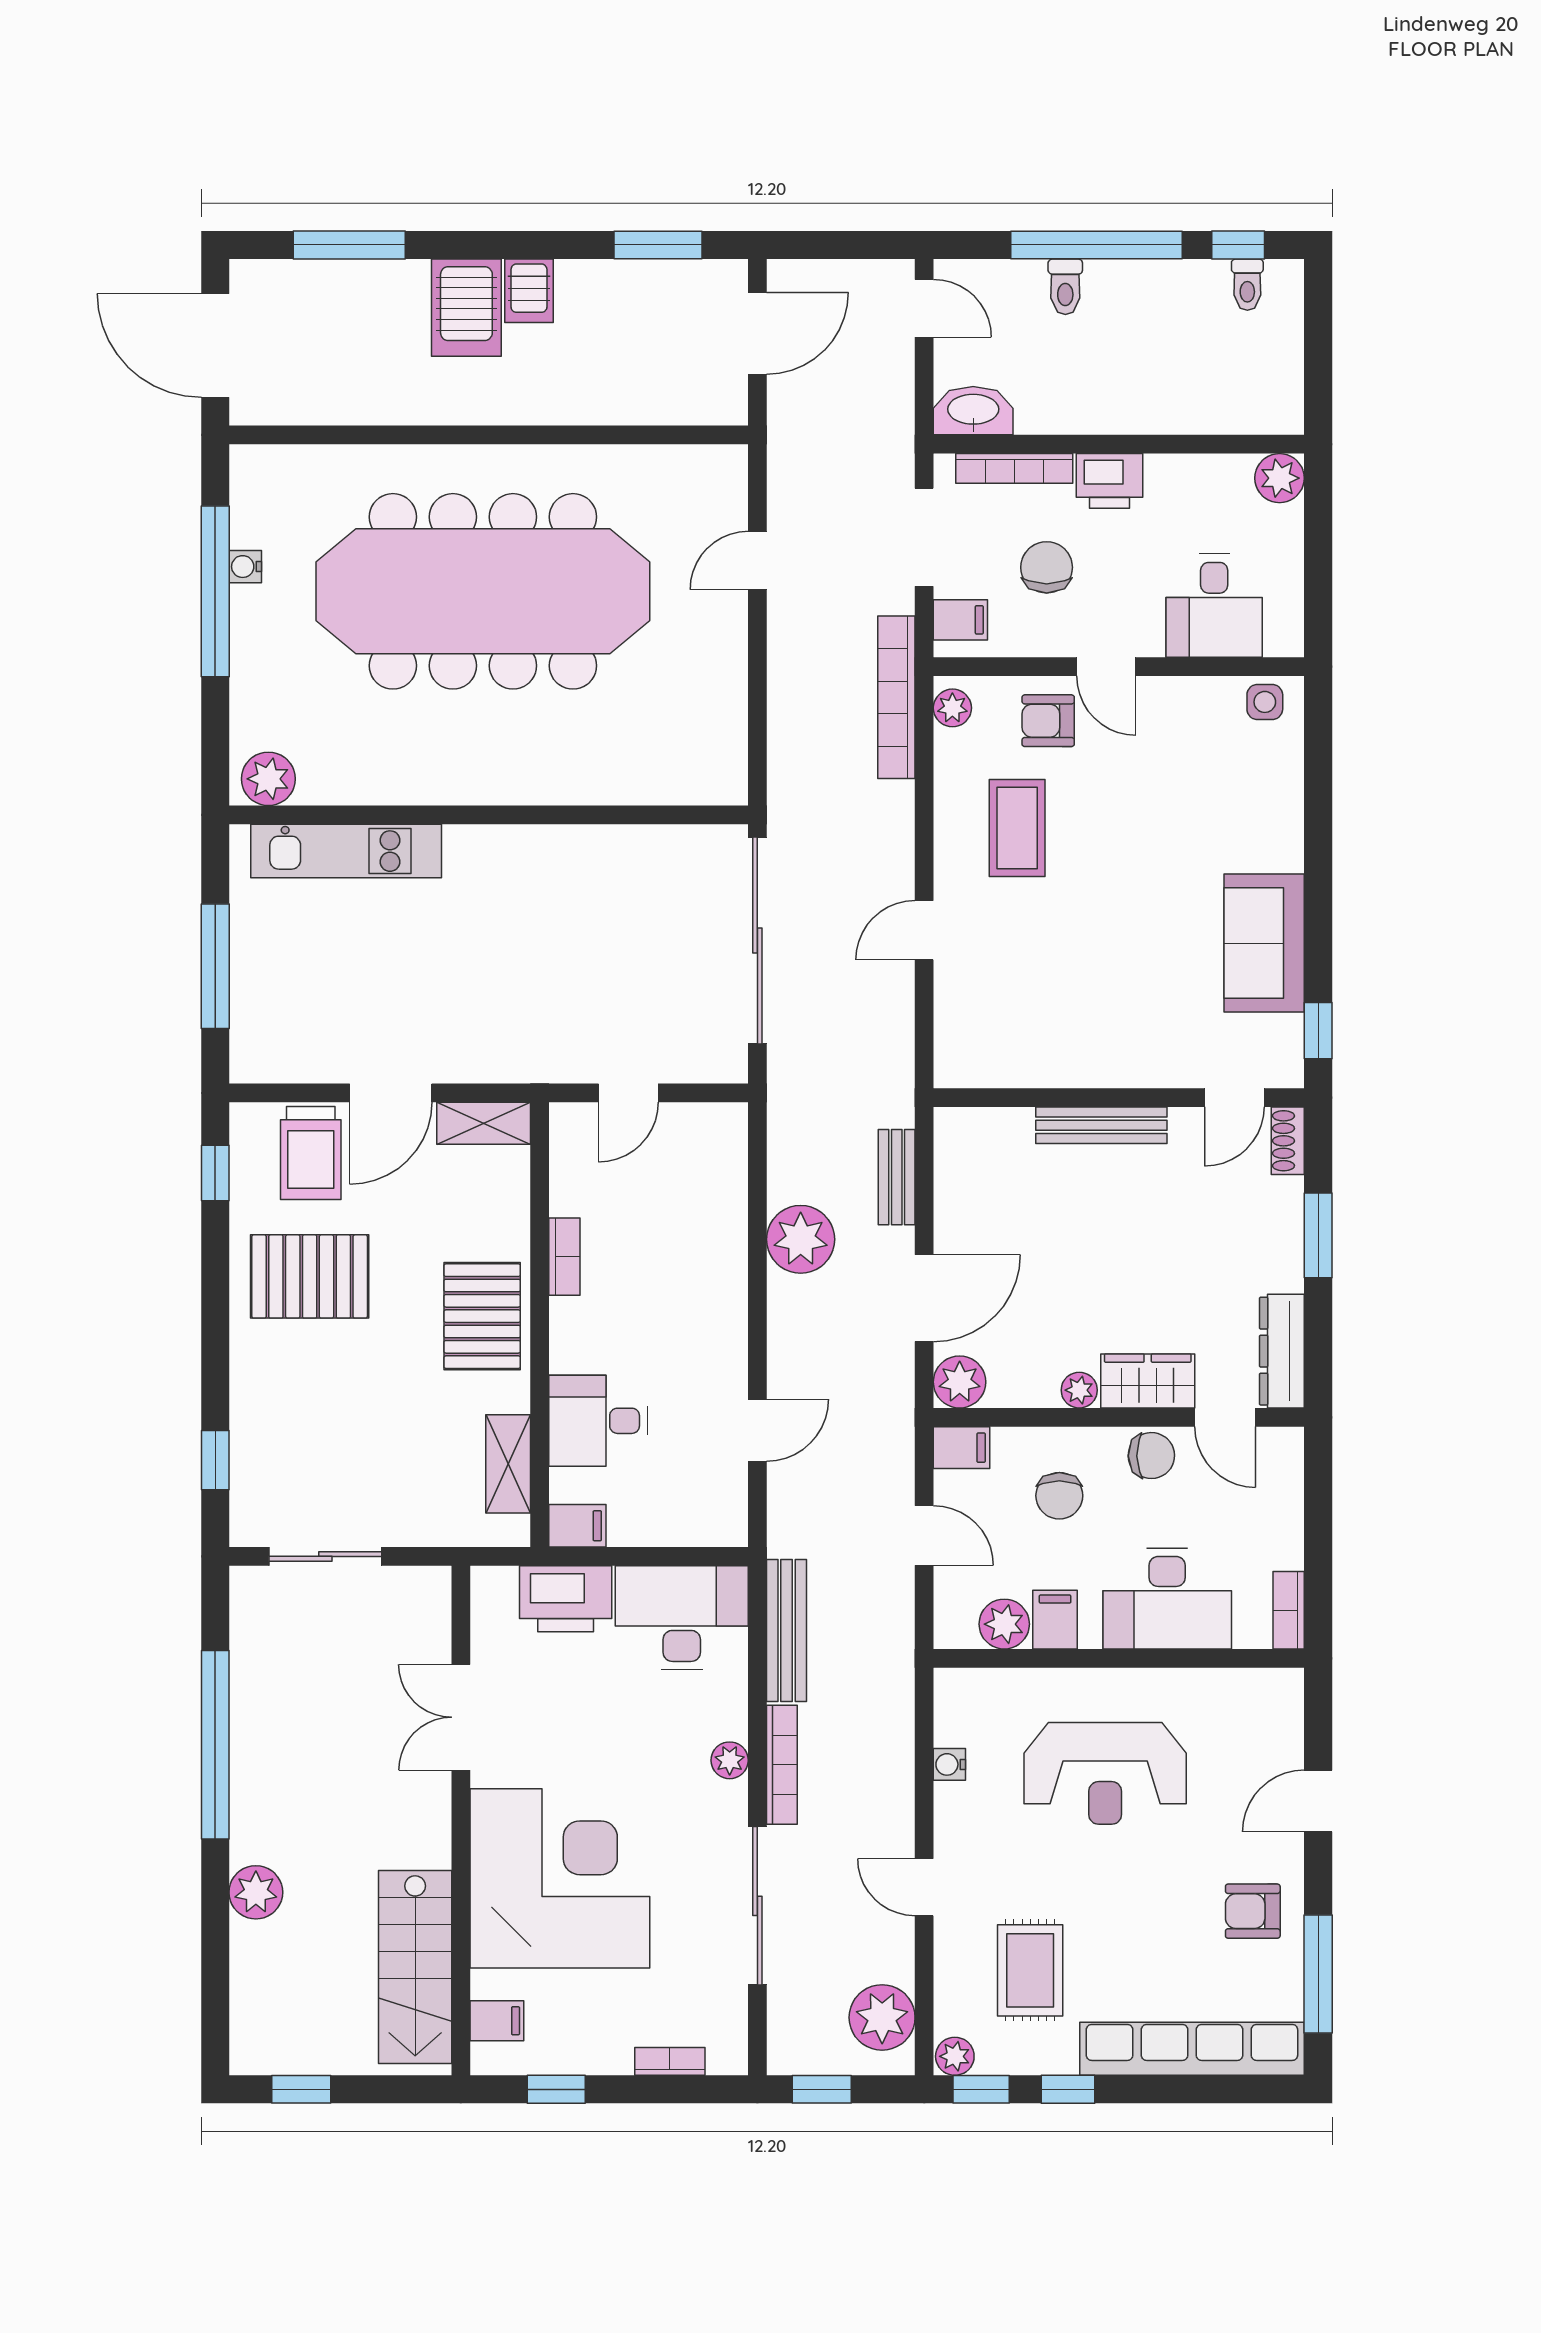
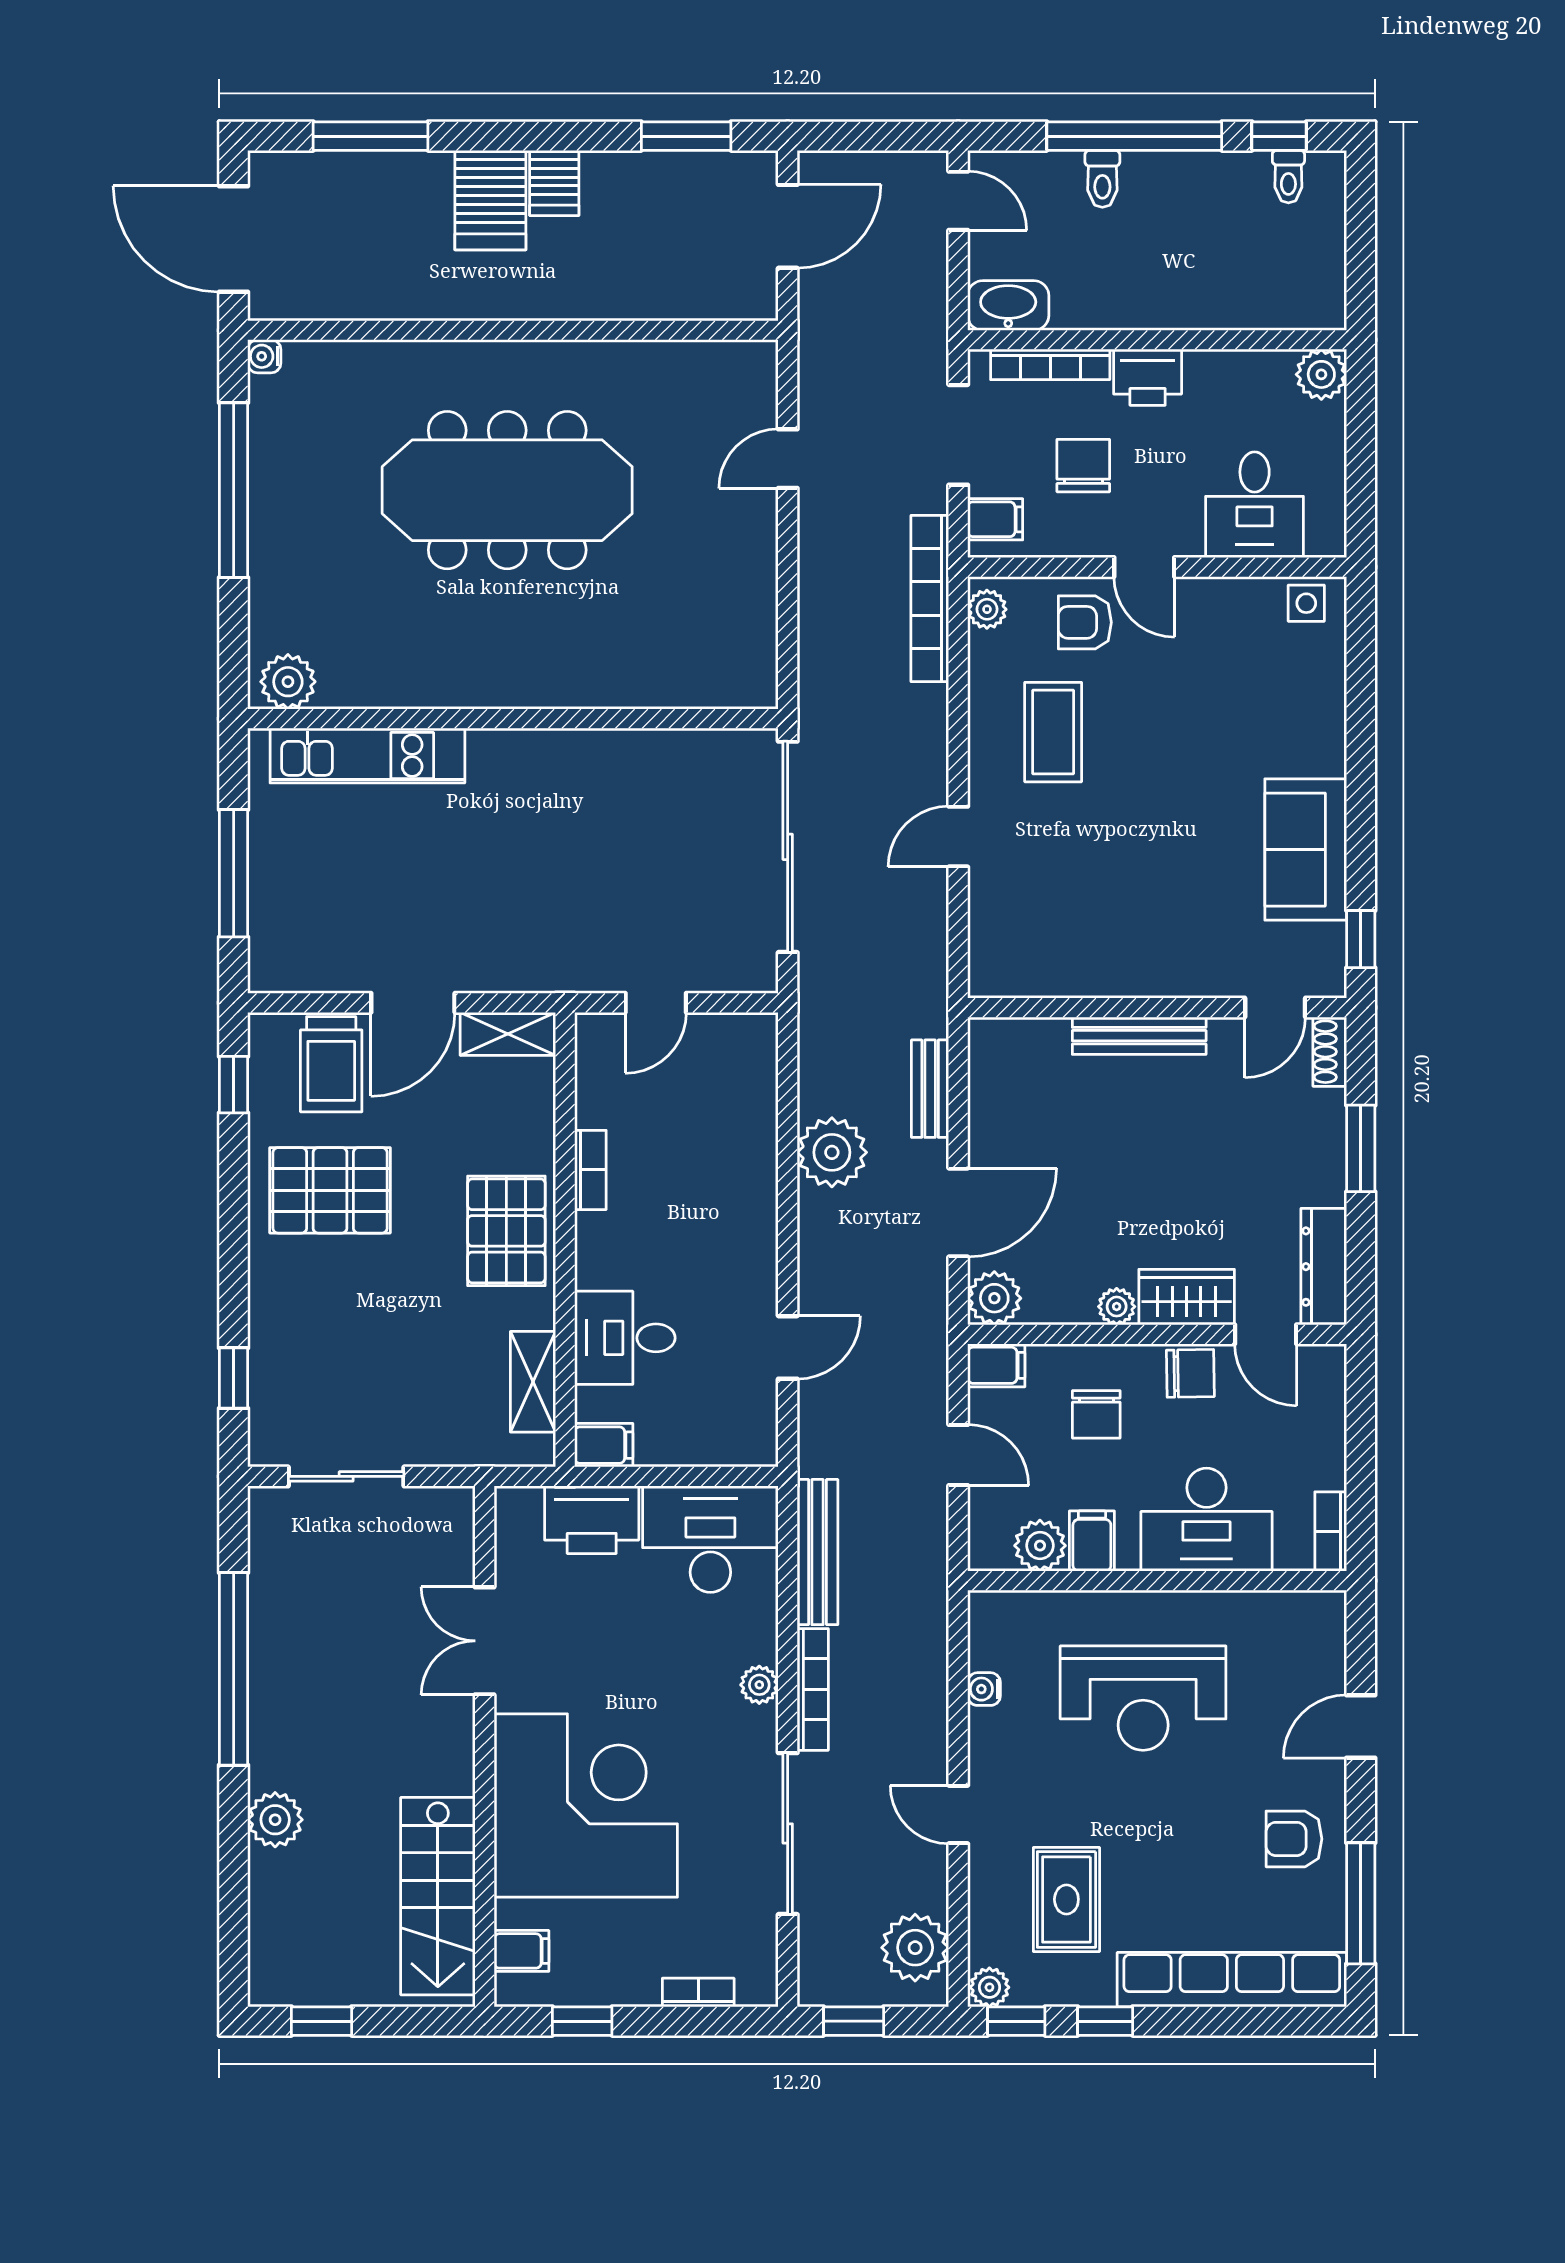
water cooler: (245, 567) -> (264, 356), moved
meeting table: (483, 591) -> (507, 490), width x0.73, depth x0.79

